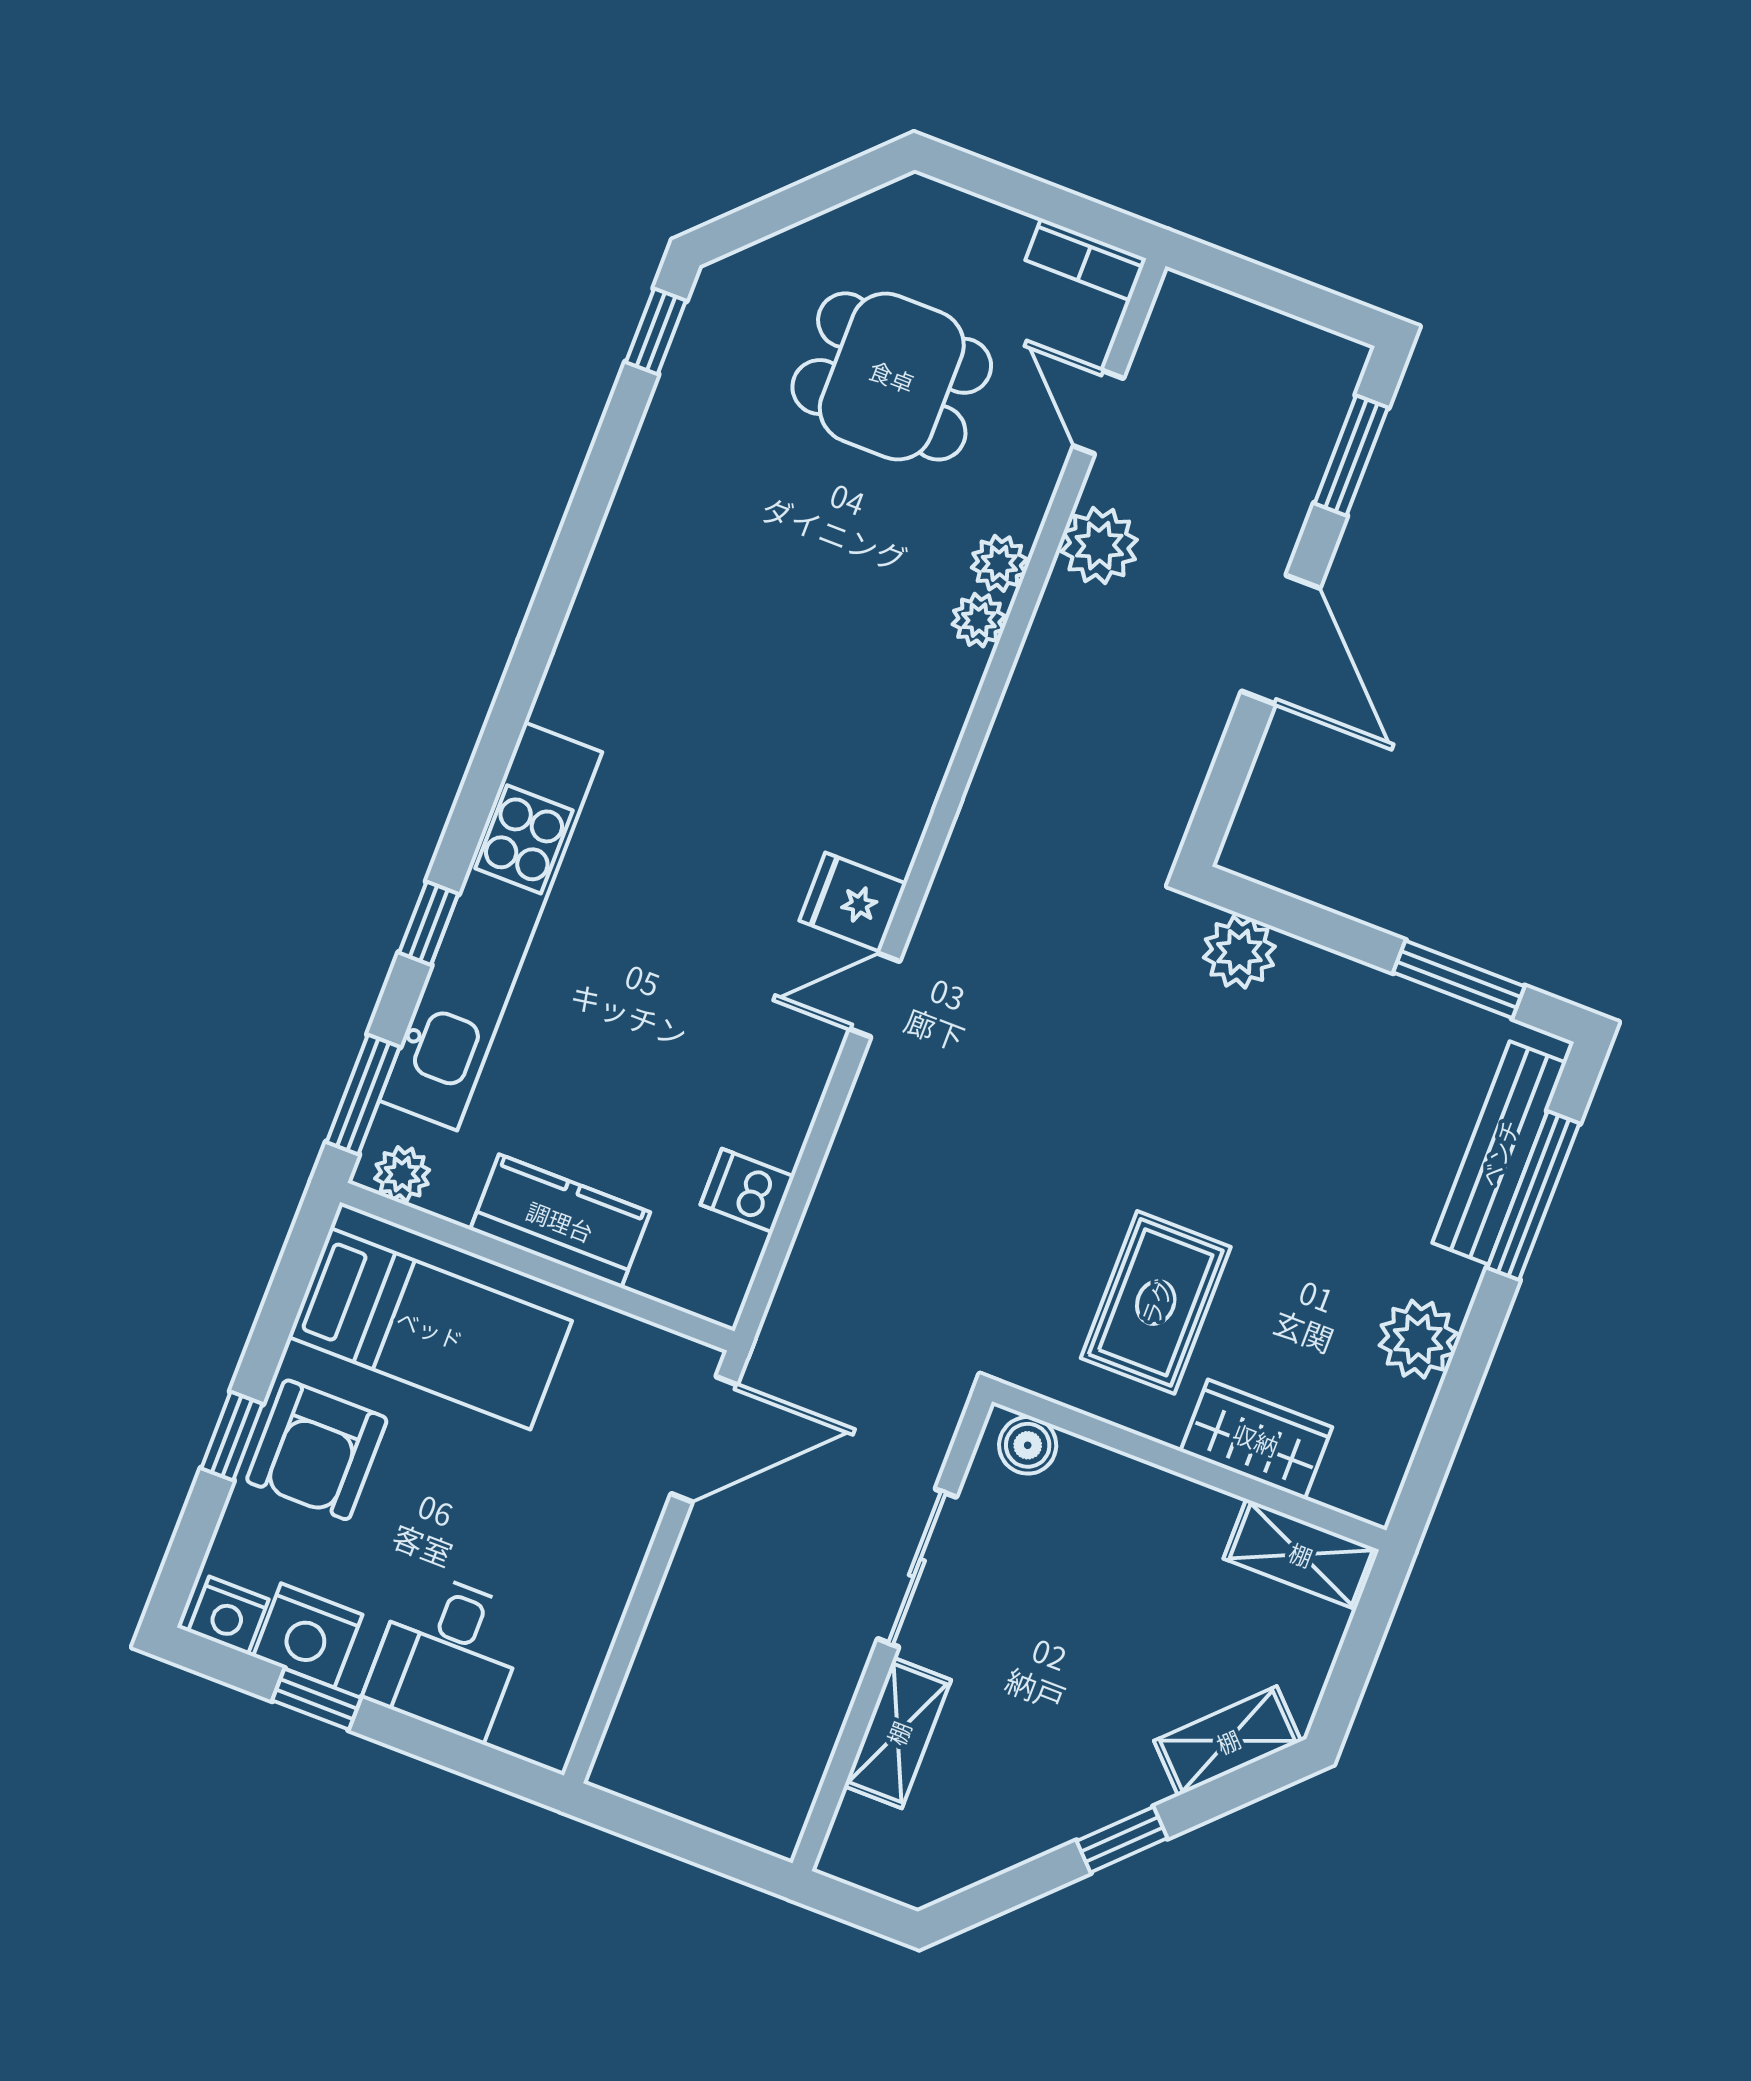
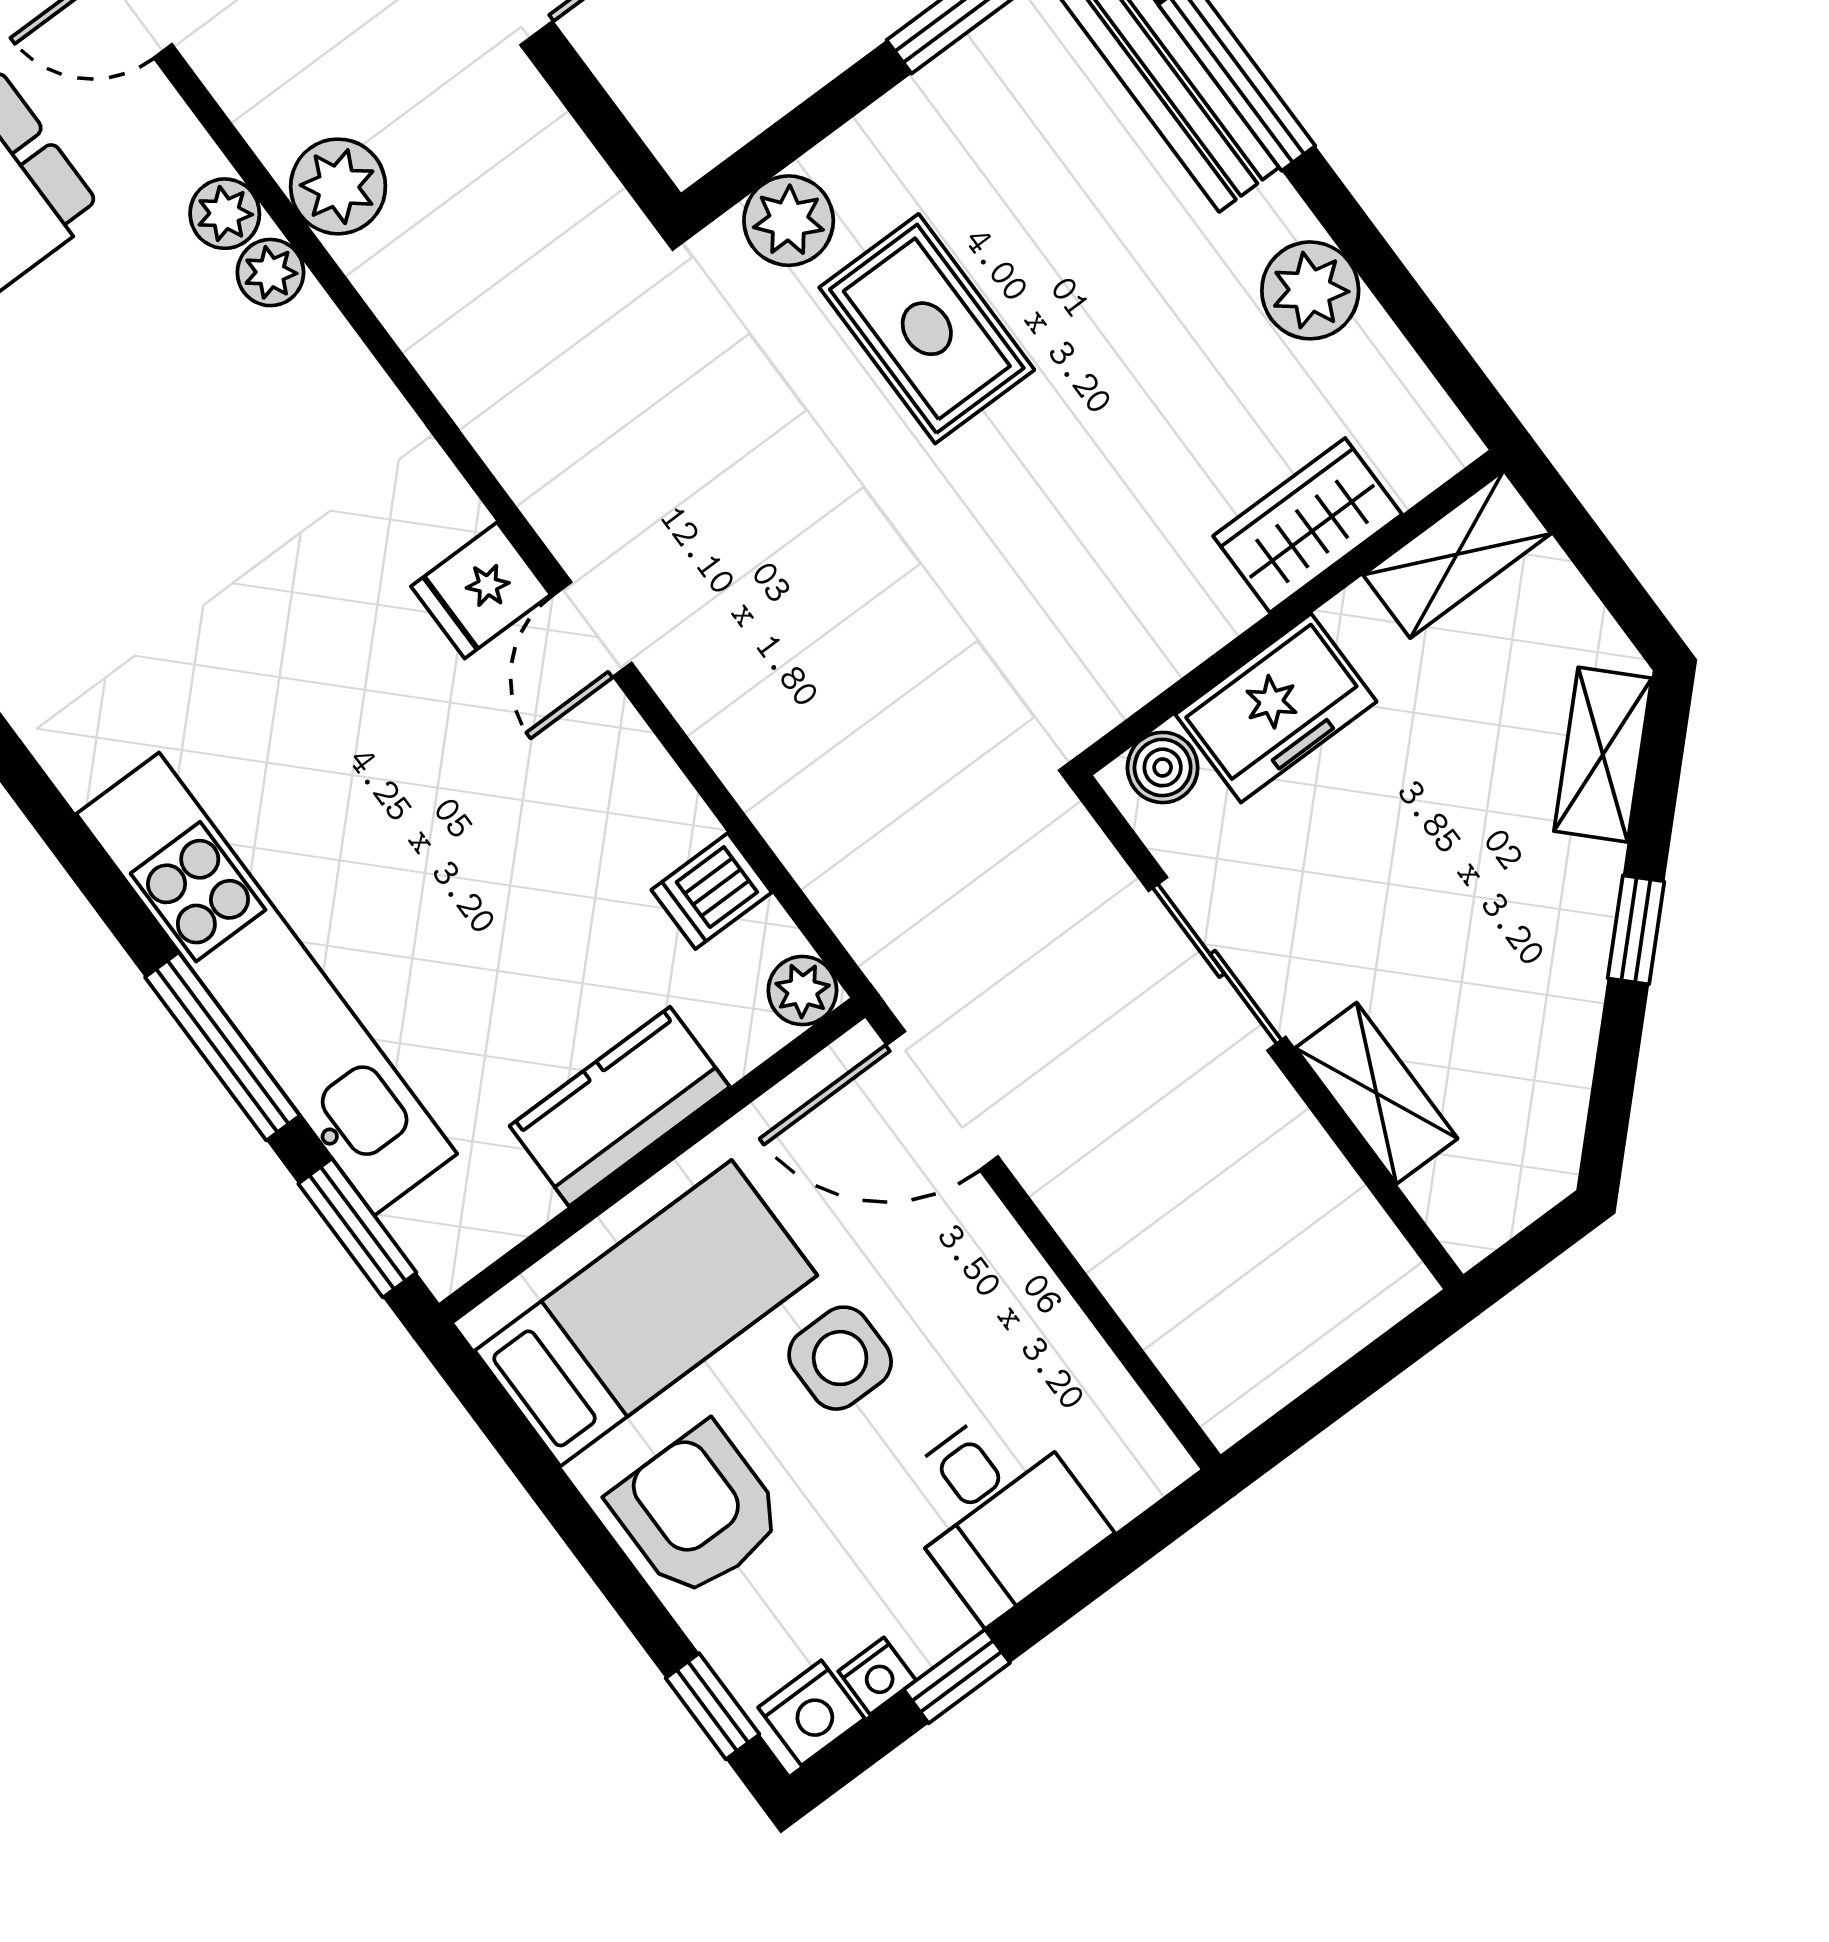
plant: (1099, 546) -> (338, 186), moved
window: (429, 923) -> (222, 1046), width x2.17
plant: (402, 1174) -> (802, 991), moved
rug: (1156, 1302) -> (927, 329), moved
window: (232, 1436) -> (713, 1706), moved
door: (704, 1439) -> (942, 1101), swing flipped
armchair: (317, 1450) -> (697, 1511), turned 180
side table: (484, 1481) -> (840, 1358), added
freezer: (1118, 1497) -> (1276, 708), added
nightstand: (308, 1635) -> (877, 1676), width x0.53, depth x0.56

